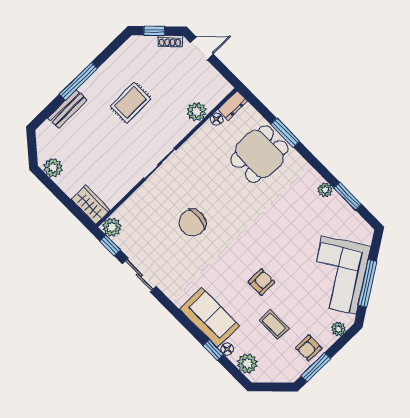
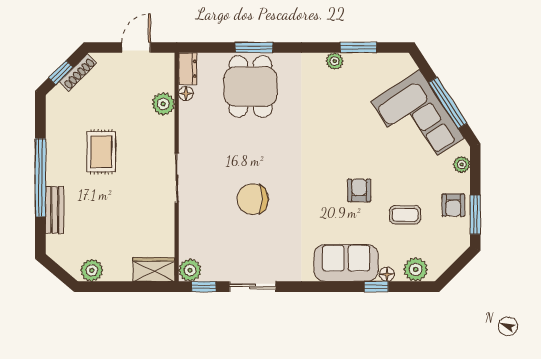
shoe rack: (170, 41) -> (78, 72), width x1.43
door: (202, 48) -> (136, 47), moved
window: (78, 81) -> (40, 178), width x1.46
chair: (192, 223) -> (253, 199), turned 83

